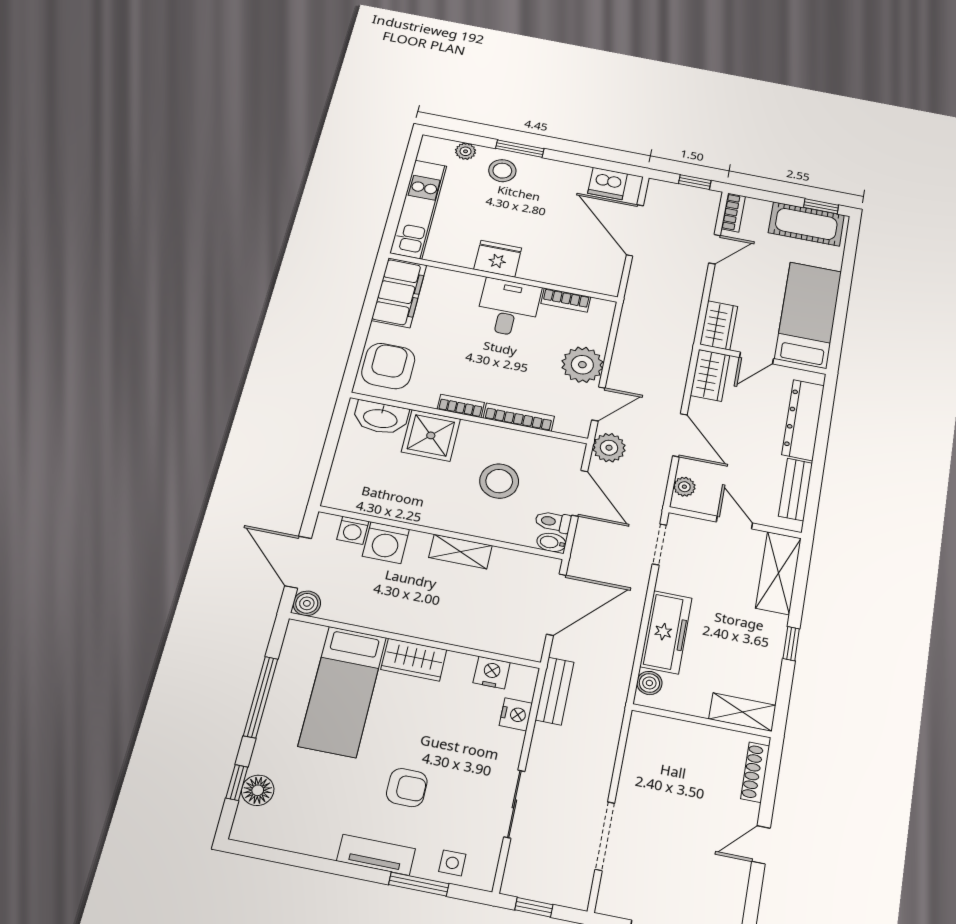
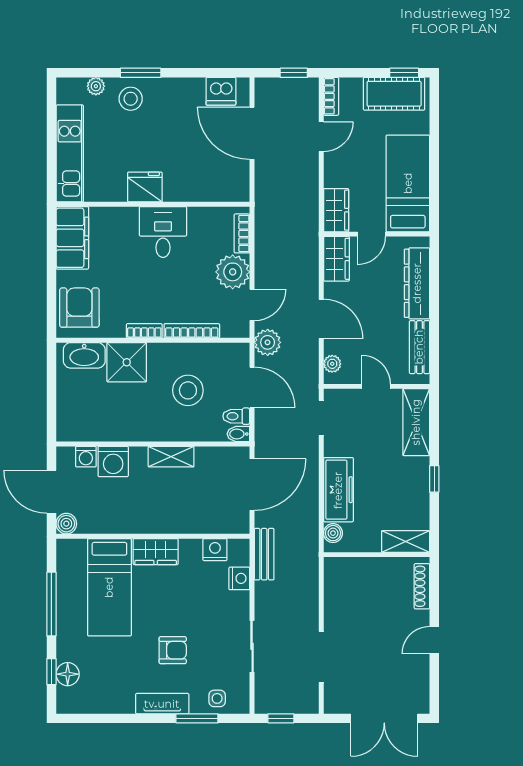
bookcase: (566, 300) -> (242, 233), moved, turned 90

